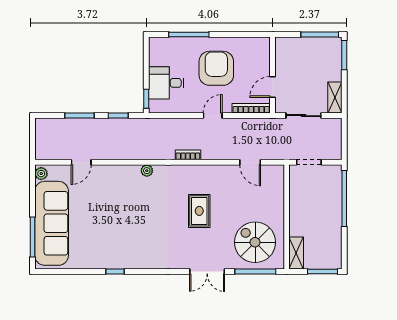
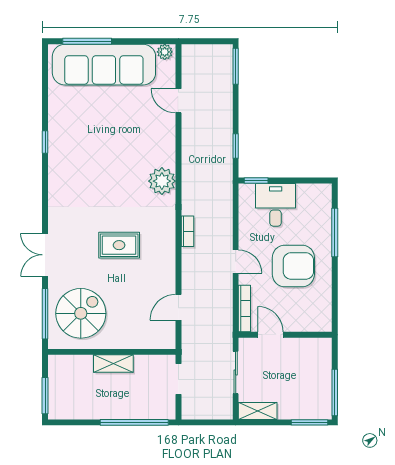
window: (80, 116) -> (236, 66), moved
plant: (147, 171) -> (162, 181), width x1.88, depth x1.88
shelving: (296, 253) -> (113, 364), moved

